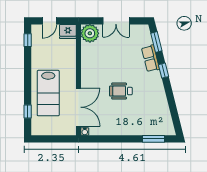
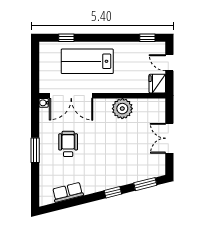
plant: (90, 33) -> (122, 109), moved
row of seats: (151, 58) -> (68, 192), moved
wheelchair: (121, 91) -> (68, 144), moved
window: (153, 139) -> (35, 150), moved

